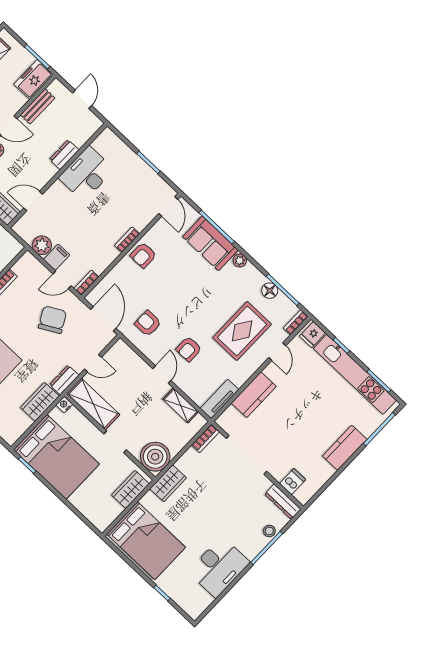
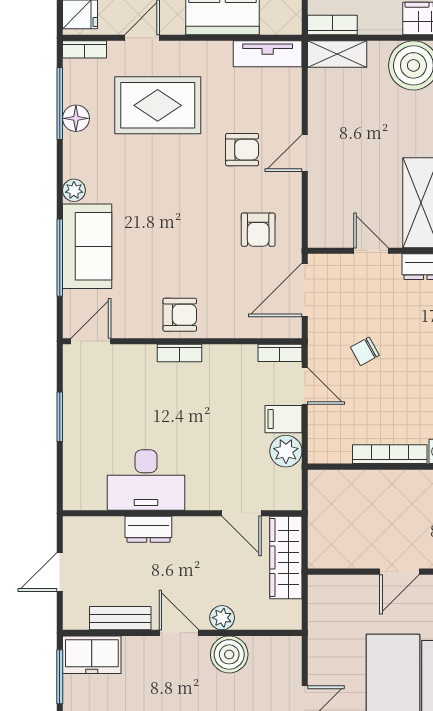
chair: (52, 320) -> (365, 351), width x0.54, depth x0.54
shelving: (181, 405) -> (337, 54), moved, turned 90

